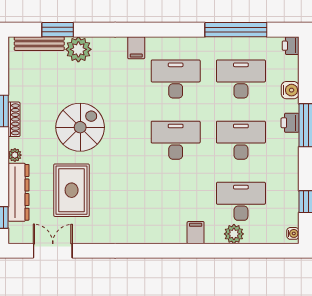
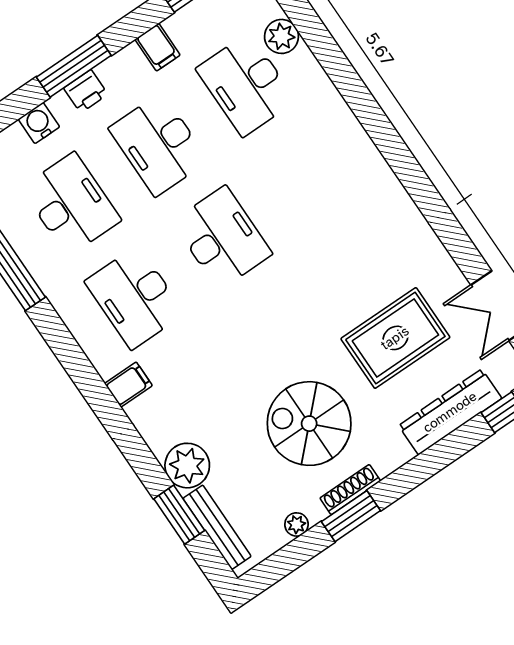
desk: (241, 79) -> (71, 204), turned 180
spiral stairs: (80, 127) -> (309, 424), moved
desk: (176, 140) -> (222, 238), turned 180
plant: (15, 155) -> (296, 524), moved
filing cabinet: (196, 233) -> (158, 47), moved, turned -90
plant: (234, 234) -> (282, 36), moved

